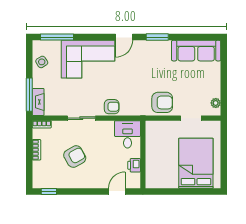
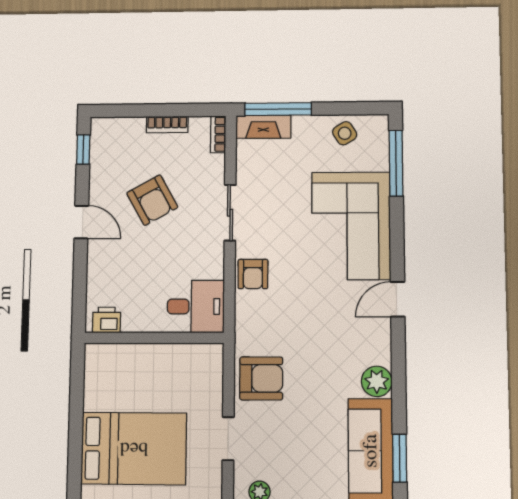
door: (124, 37) -> (398, 299), hinge flipped
window: (157, 37) -> (400, 458), moved
plant: (163, 47) -> (377, 381), added
armchair: (162, 102) -> (261, 378), turned -90
printer: (134, 165) -> (106, 320), moved
door: (117, 192) -> (81, 222), moved

